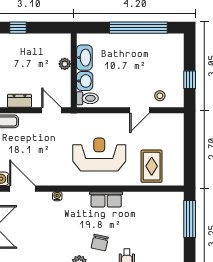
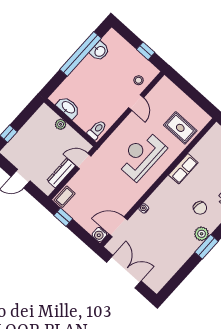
washbasin: (85, 81) -> (100, 51), moved, turned 90
dresser: (19, 101) -> (61, 173), width x1.44
row of seats: (106, 199) -> (183, 169), moved

